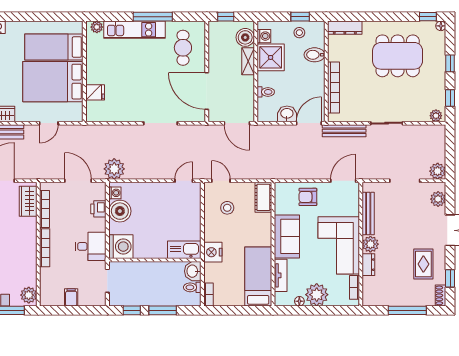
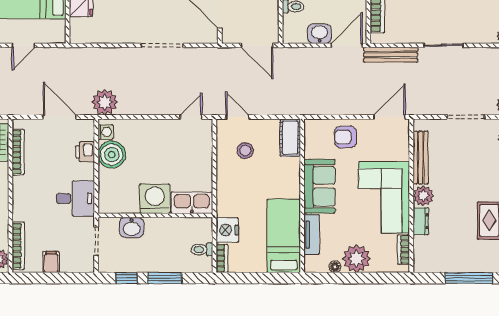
washing machine: (121, 247) -> (155, 199), moved, turned -90
bookcase: (45, 248) -> (18, 246), moved
nightstand: (213, 252) -> (227, 230), moved
washbasin: (193, 271) -> (132, 227), moved, turned -90

